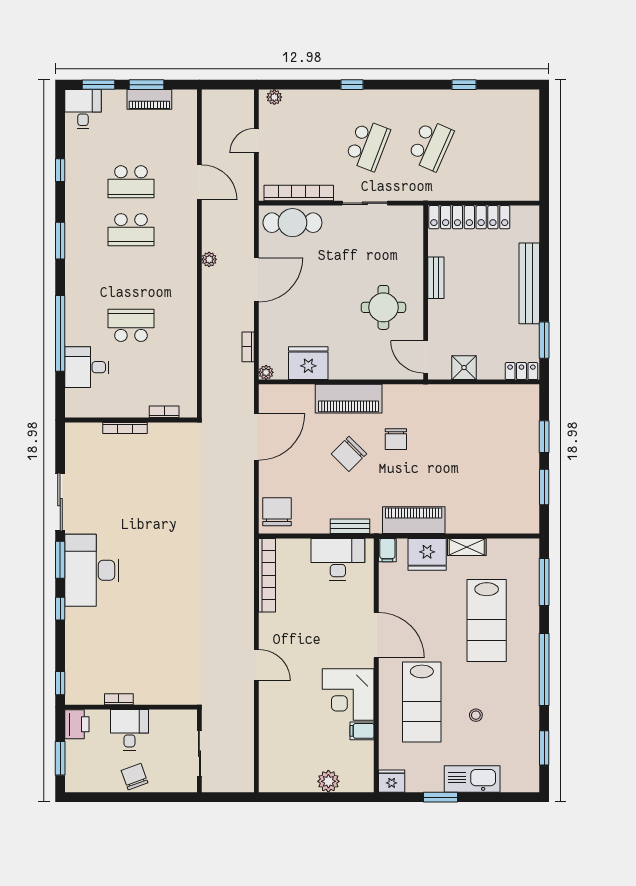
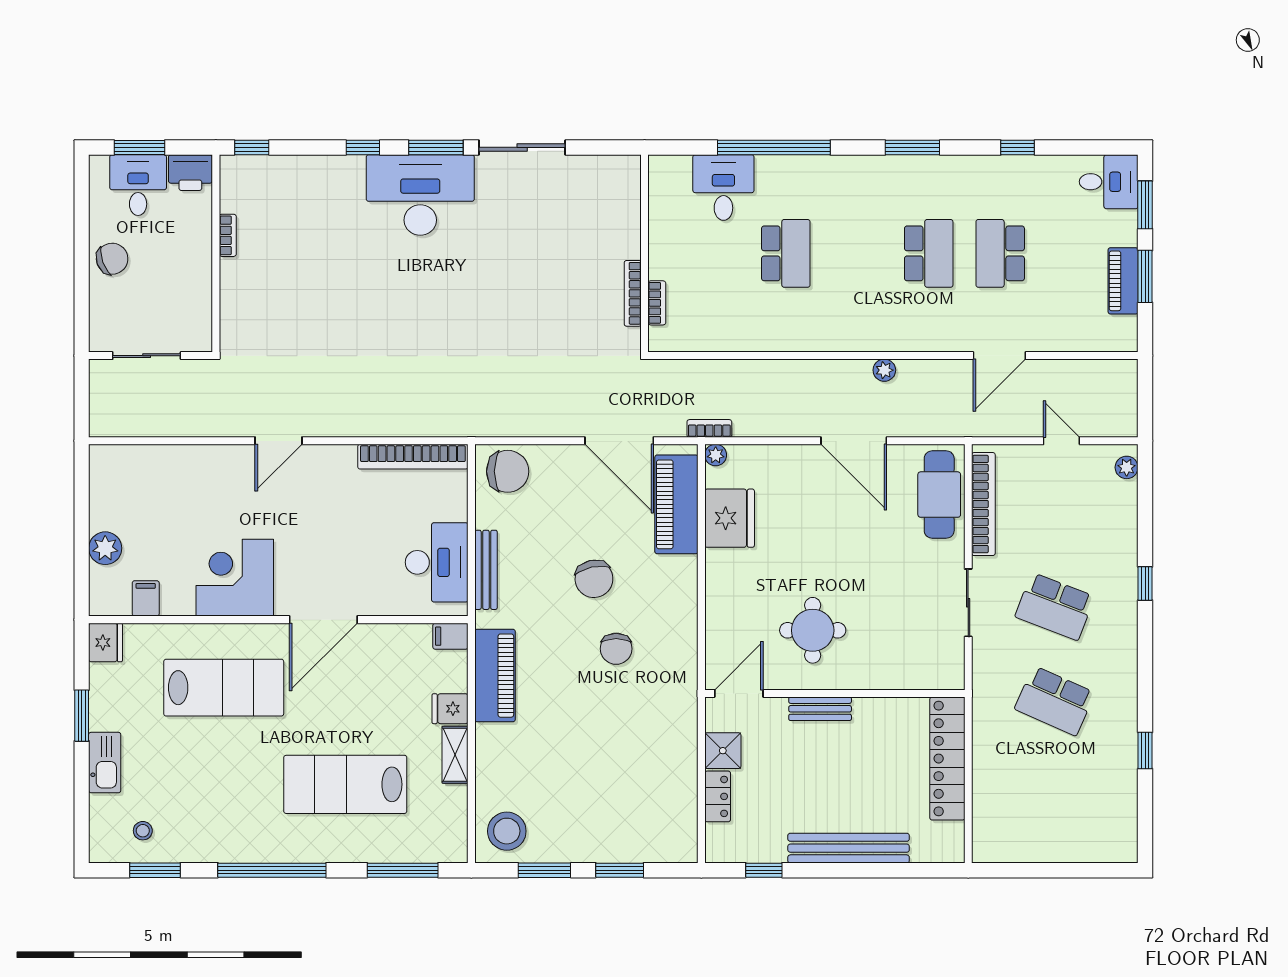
school desk: (131, 230) -> (929, 253), turned 180
bench: (436, 278) -> (820, 709), moved
window: (544, 340) -> (764, 870), width x0.67
bookcase: (248, 347) -> (709, 428), moved
locker: (521, 371) -> (718, 796), moved
piano: (349, 399) -> (676, 504), moved
bookcase: (125, 428) -> (633, 293), moved
chair: (396, 439) -> (616, 649), turned -90
chair: (349, 454) -> (594, 579), turned -147
stool: (518, 512) -> (507, 831), added
bench: (350, 526) -> (486, 570), width x1.36
fridge: (427, 554) -> (450, 709), width x0.53, depth x0.75
lab bench: (422, 702) -> (224, 688), turned 180
stool: (476, 715) -> (143, 831), moved
desk: (129, 730) -> (138, 185), moved, turned -90
filing cabinet: (362, 731) -> (146, 598), moved
kitchen sink: (472, 779) -> (105, 763), width x0.73, depth x0.81

